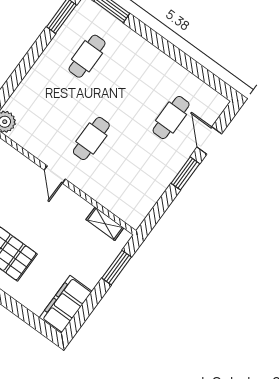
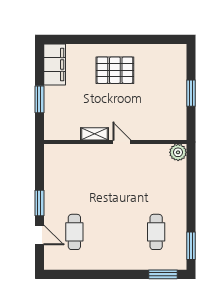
cafe table: (91, 138) -> (115, 182), removed
shelving: (105, 224) -> (95, 134), moved
window: (117, 268) -> (39, 99), moved

